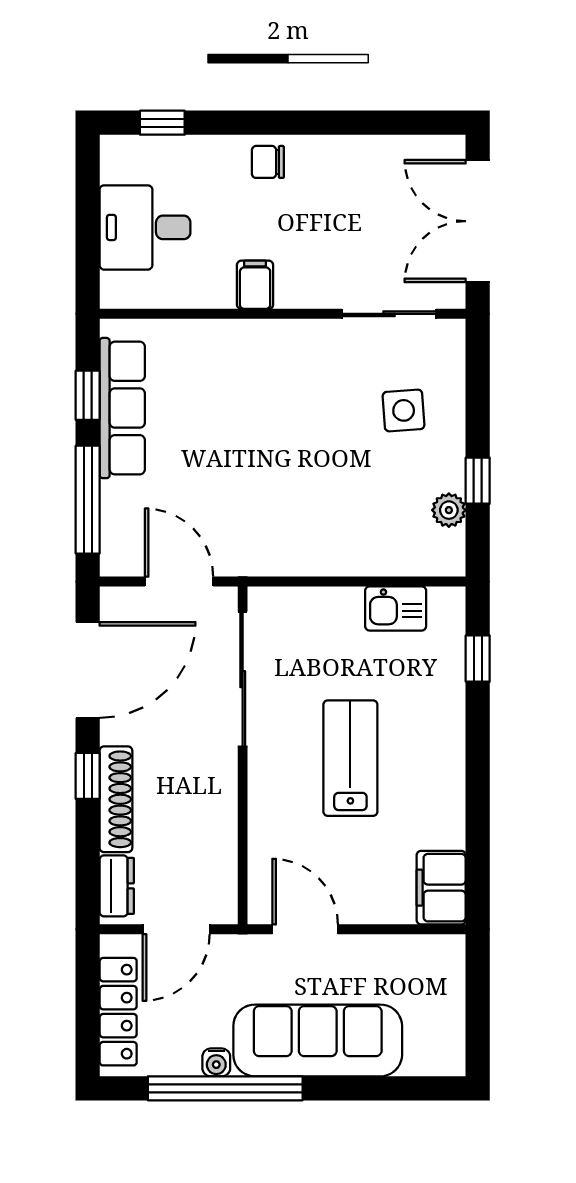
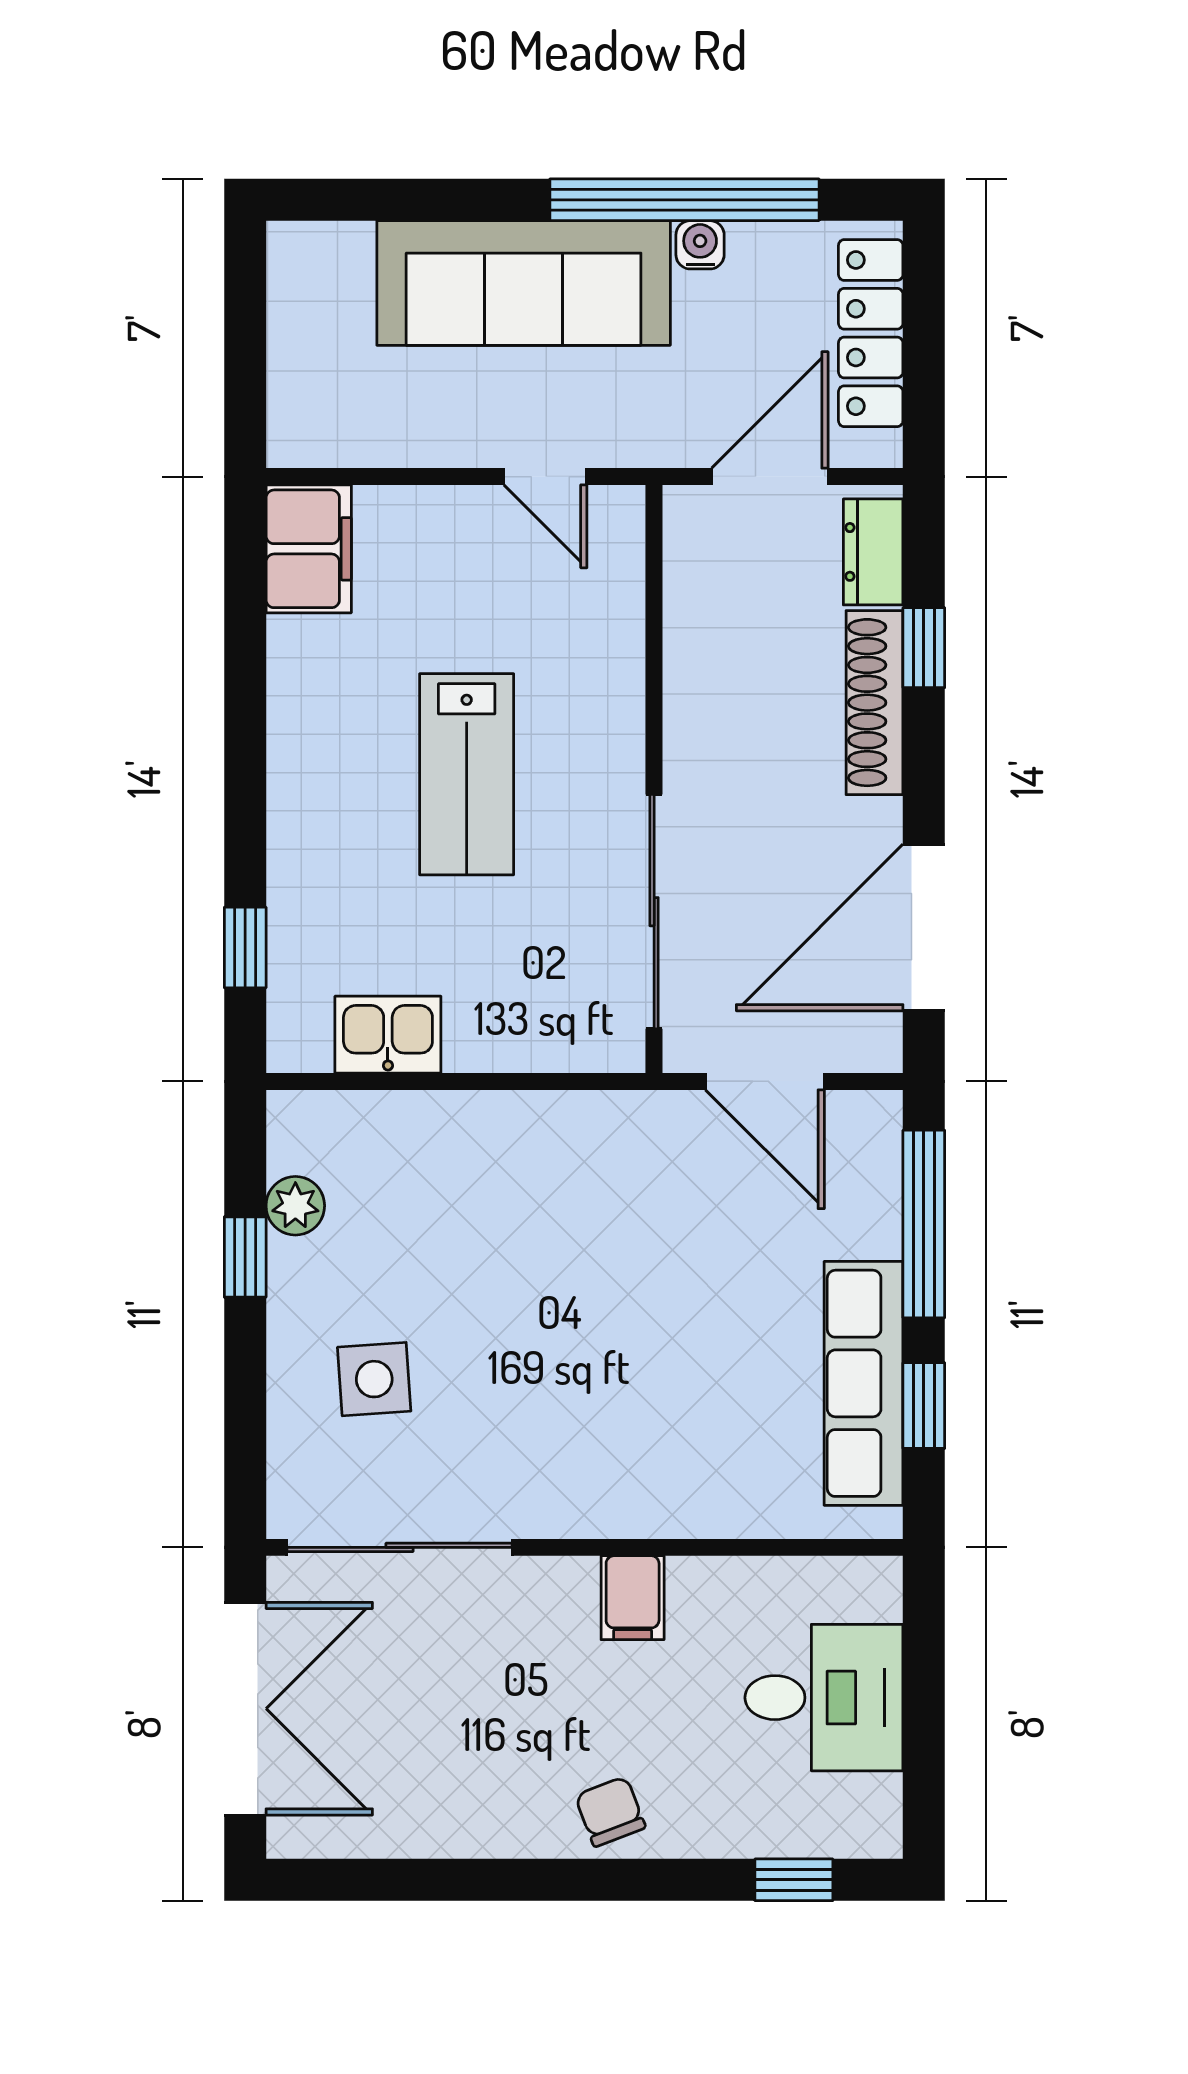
chair: (268, 162) -> (610, 1812), turned -111
sliding door: (389, 314) -> (399, 1547), width x1.37
window: (88, 776) -> (924, 648), moved
door: (305, 929) -> (545, 477), width x0.73

